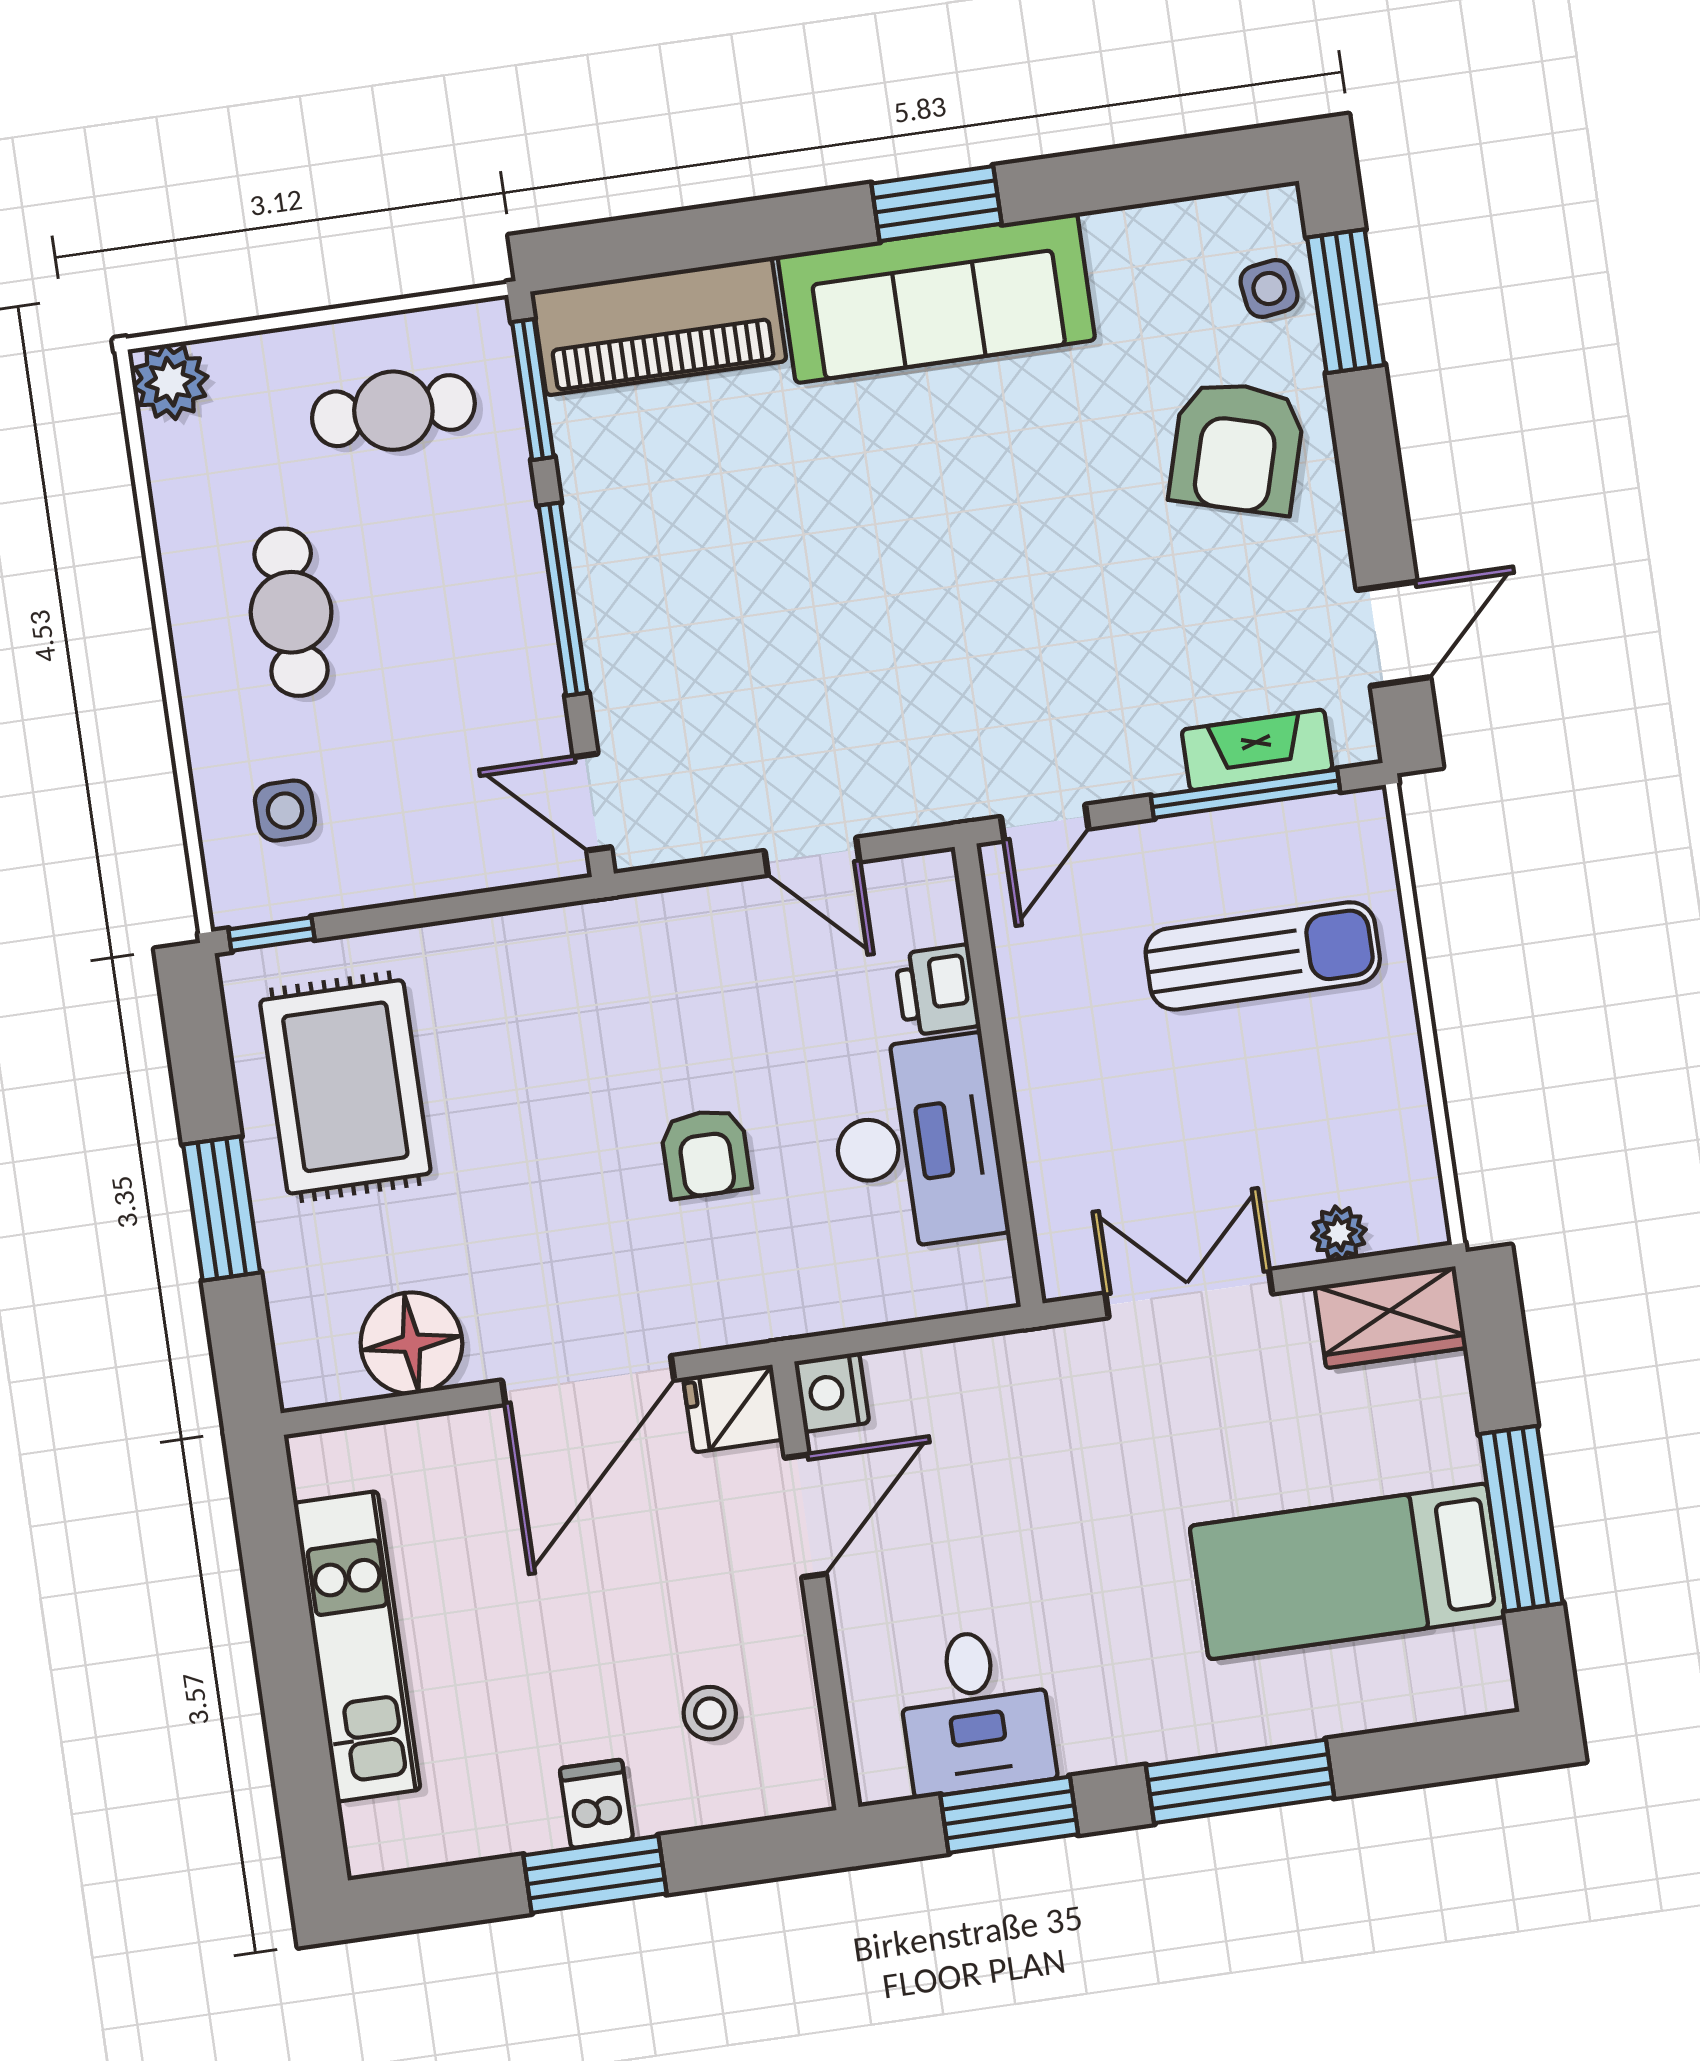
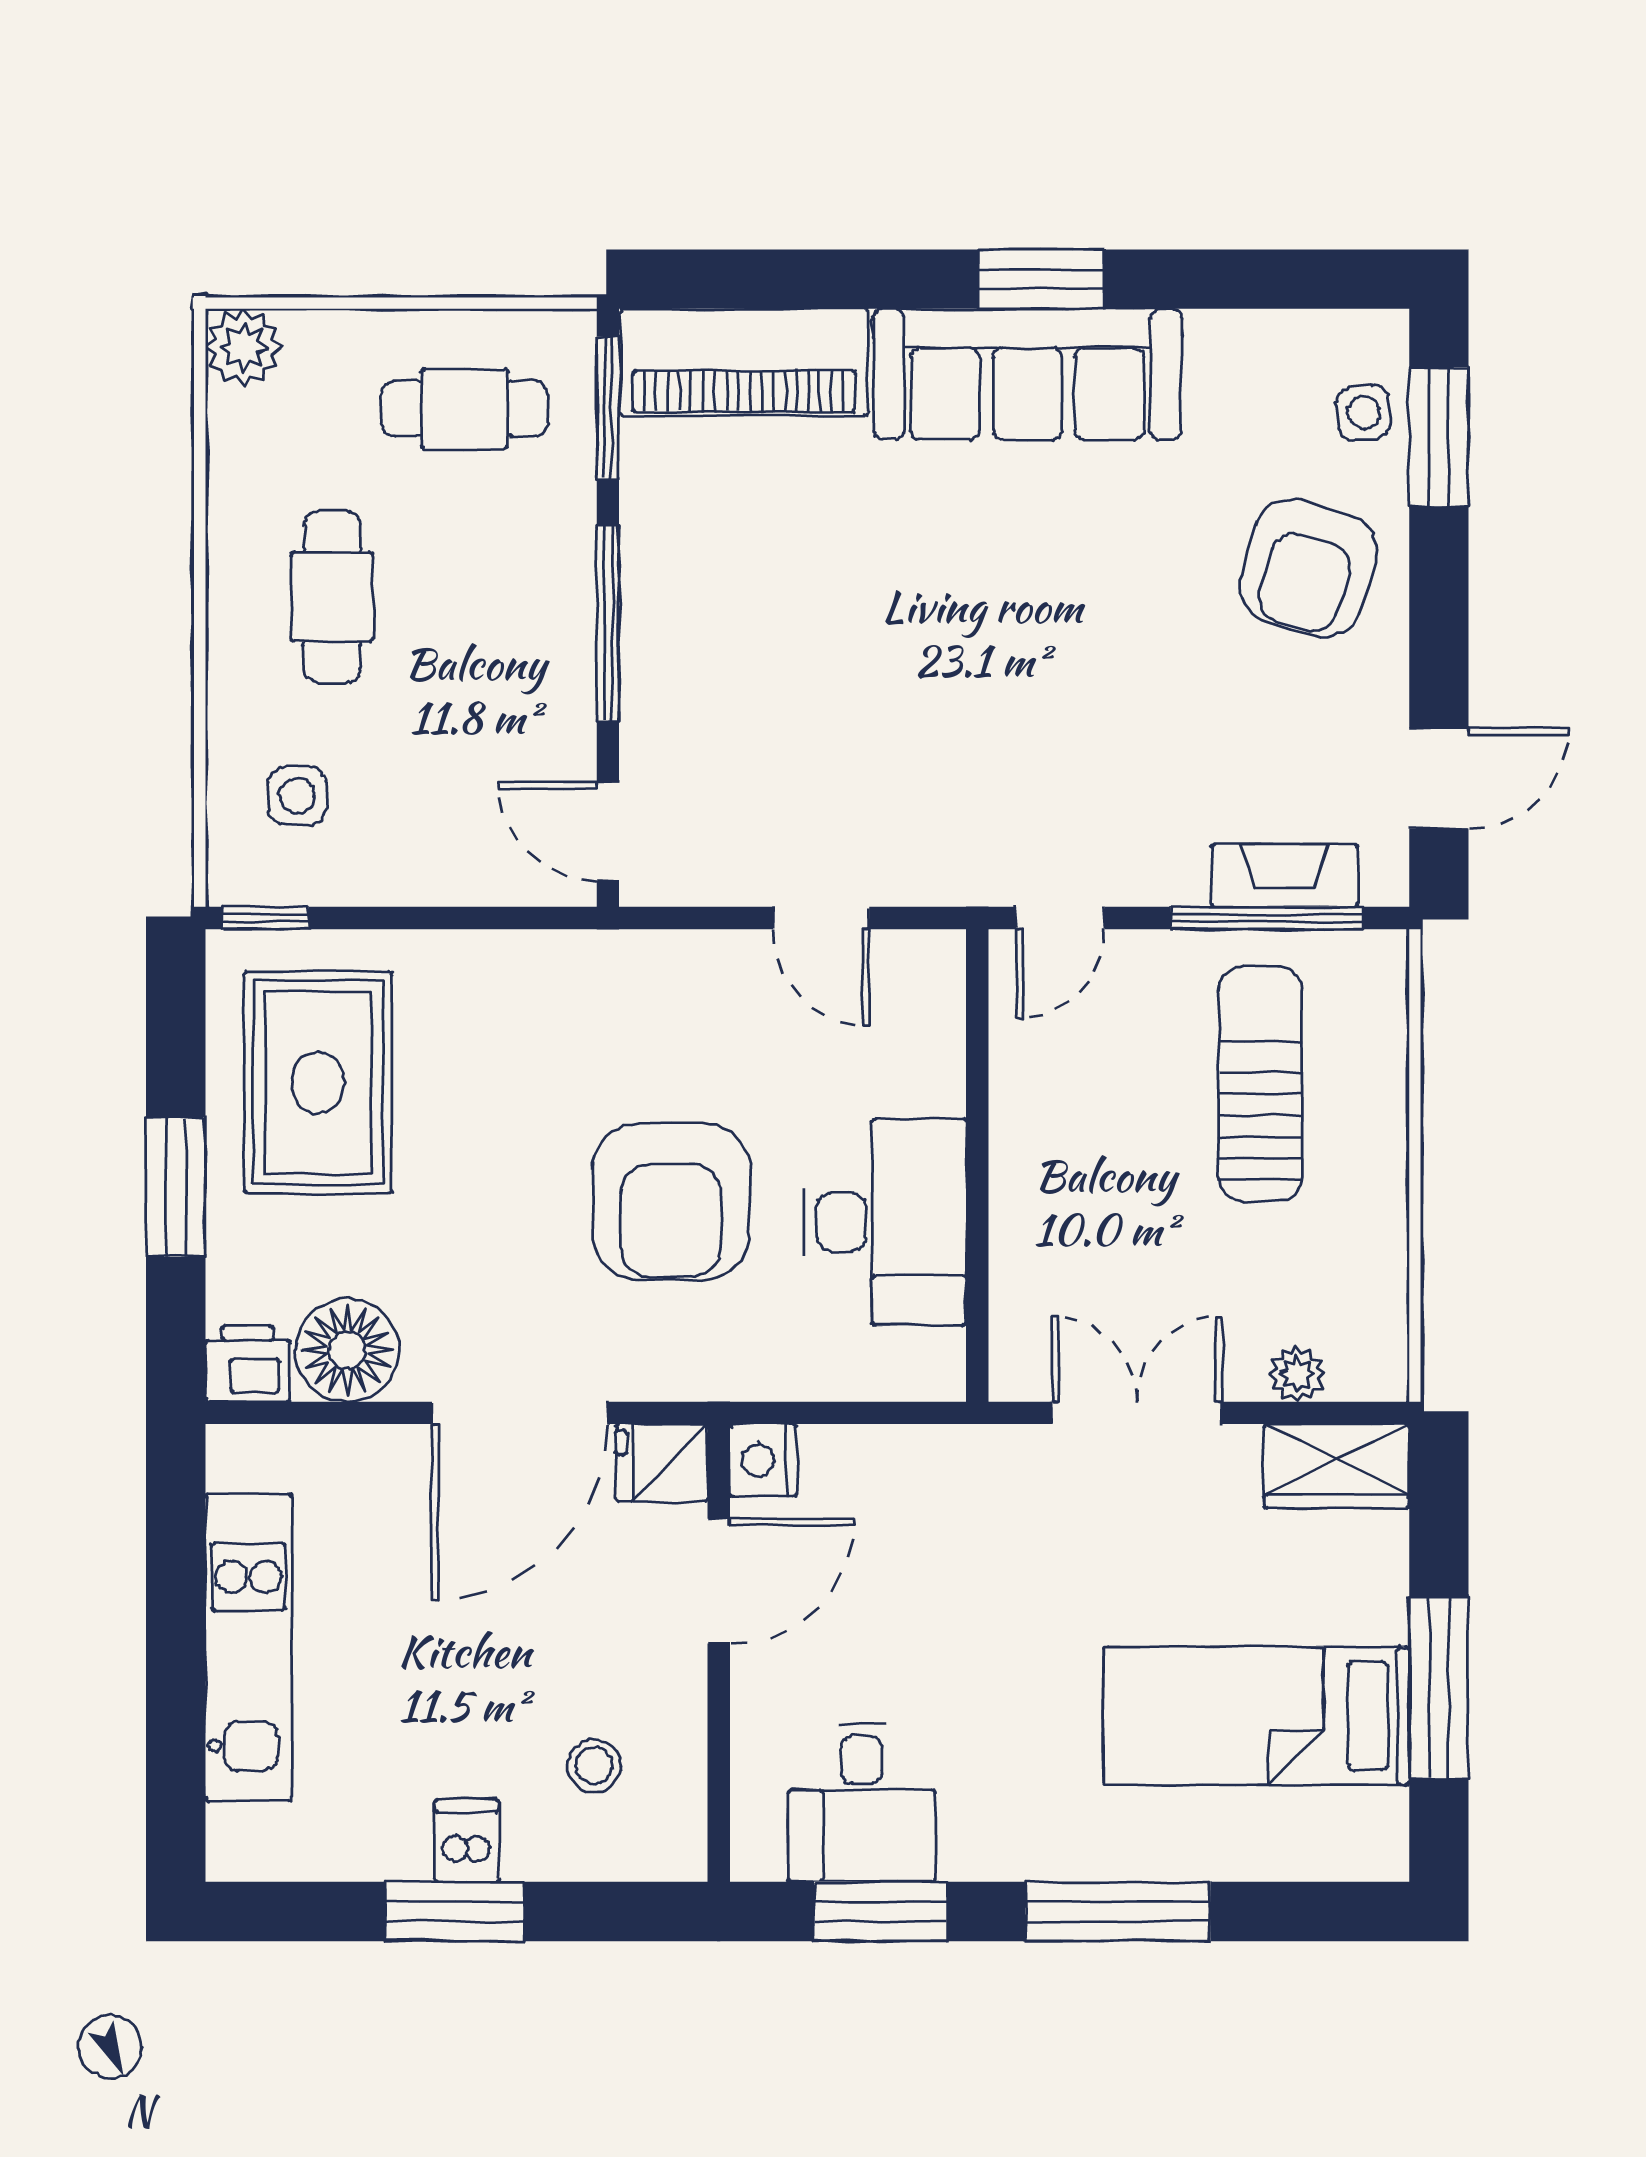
sun lounger: (1263, 956) -> (1260, 1084), turned -90
printer: (937, 990) -> (247, 1364), moved, turned 90
armchair: (706, 1153) -> (671, 1202), width x1.88, depth x1.88

